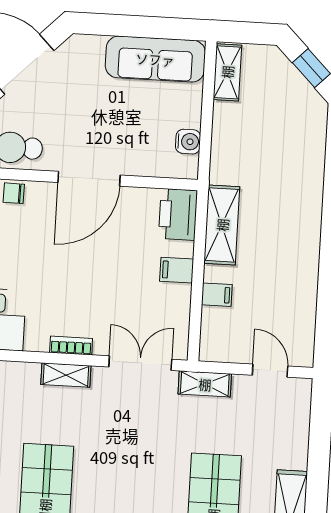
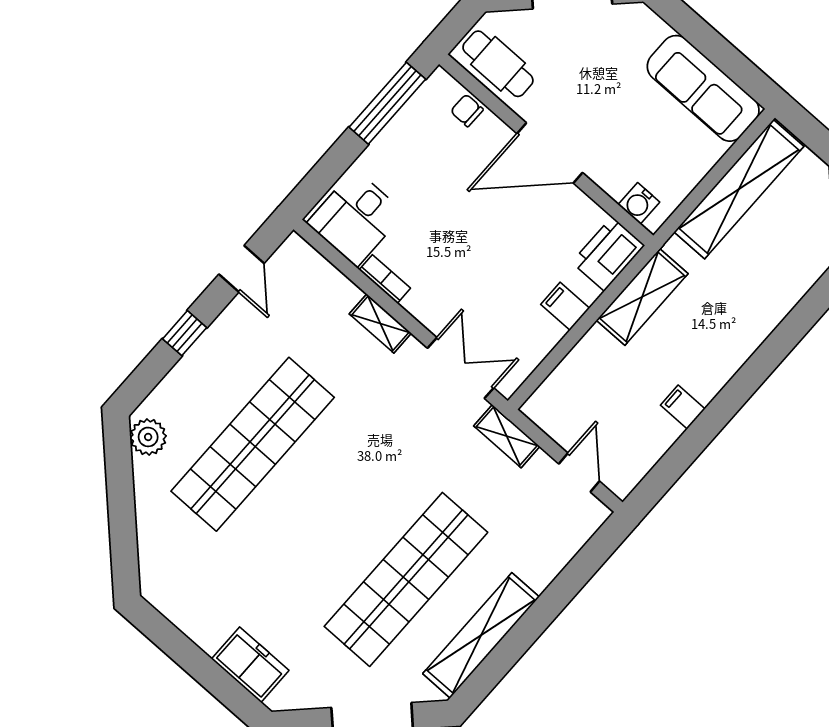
shelving: (227, 72) -> (739, 189), width x2.20, depth x1.33
water cooler: (188, 142) -> (639, 203), moved, turned 90
filing cabinet: (217, 295) -> (683, 407), moved, turned 180
bookcase: (71, 345) -> (385, 279), moved

